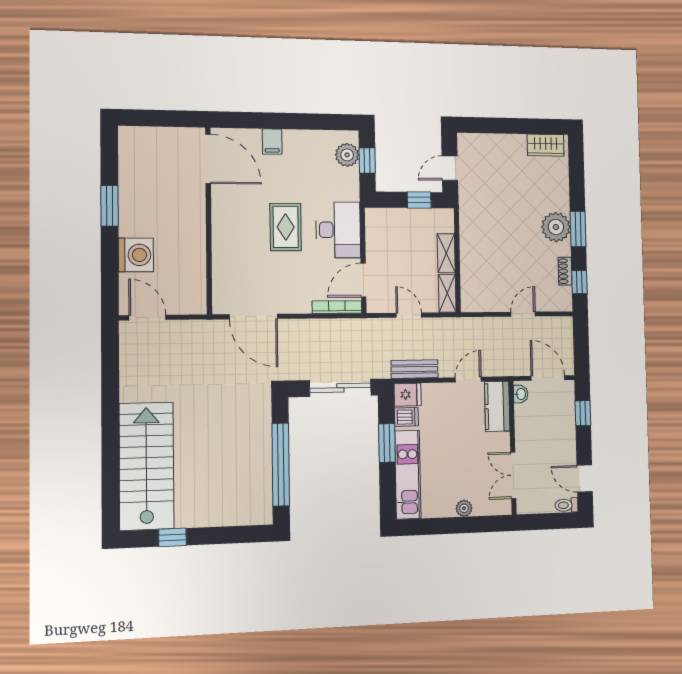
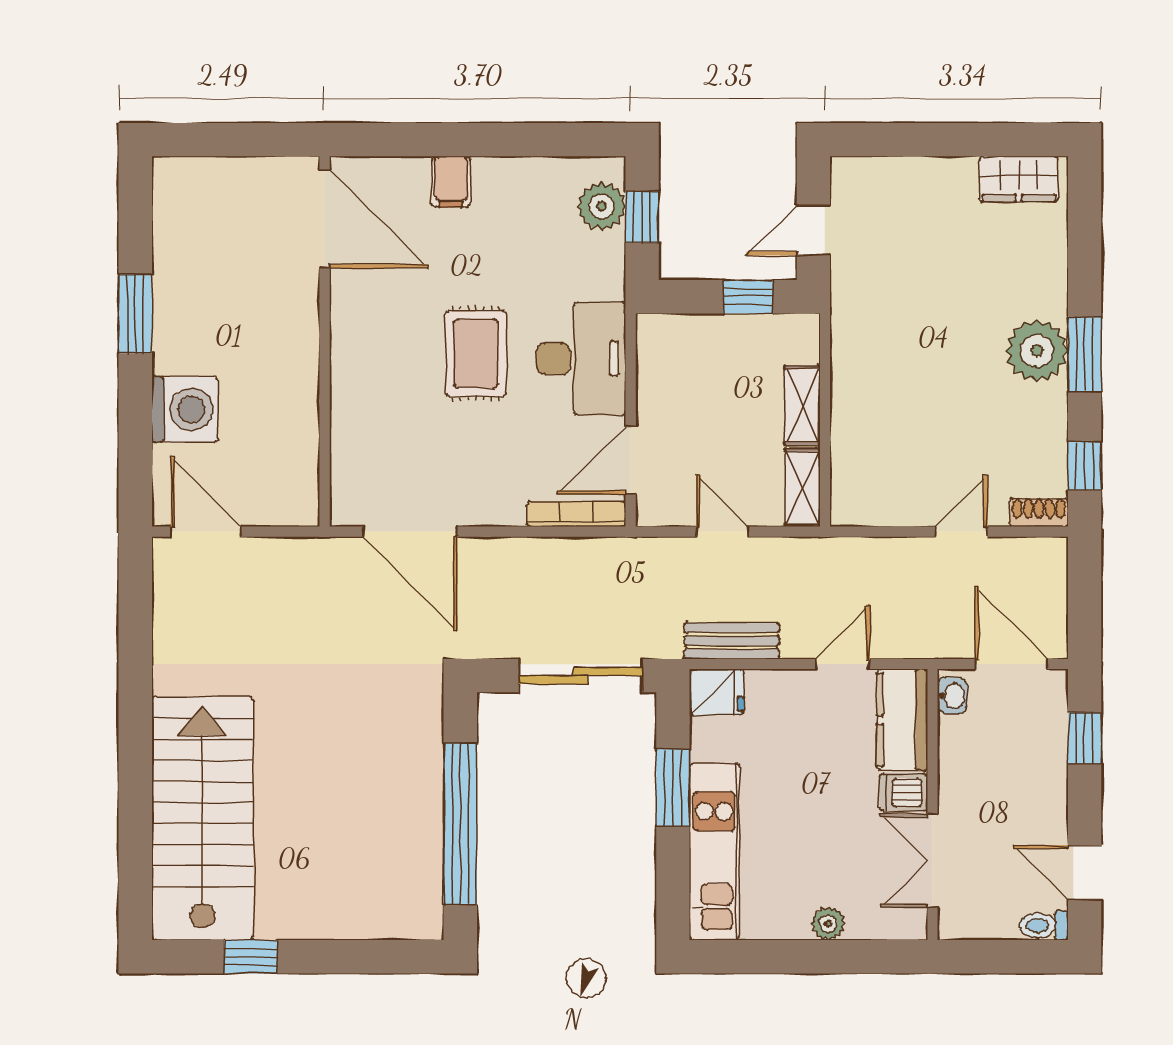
shoe rack: (565, 271) -> (1039, 512), moved, turned 90
dishwasher: (406, 417) -> (904, 793), moved, turned 180

